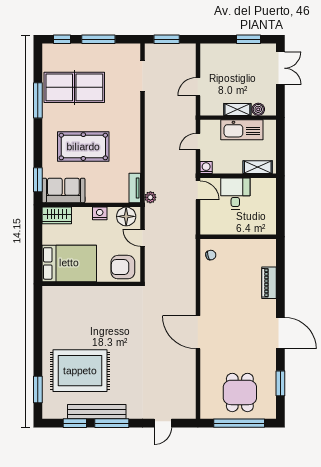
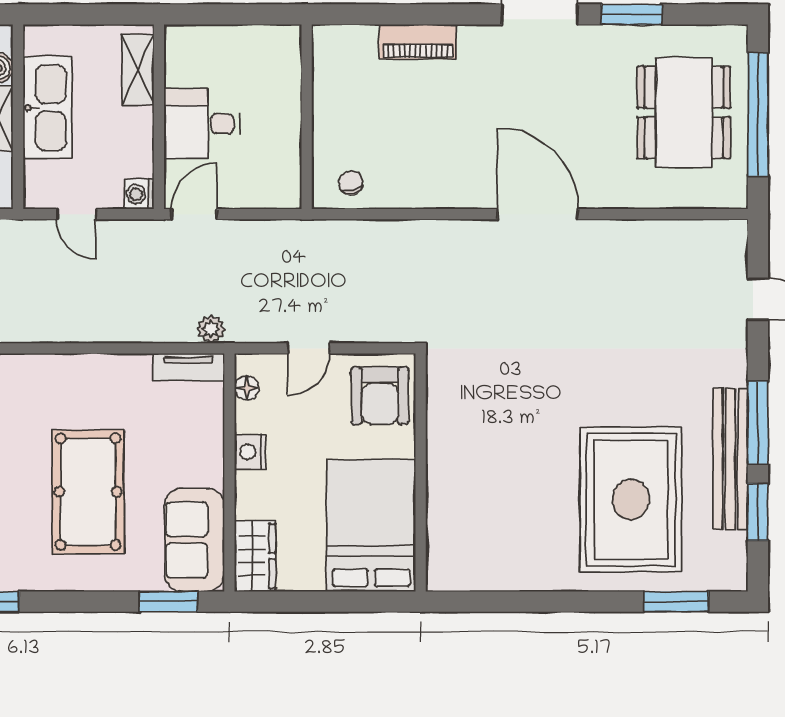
floor lamp: (126, 216) -> (247, 388), width x0.53, depth x0.53
door: (198, 332) -> (538, 214), swing flipped
window: (280, 383) -> (632, 14), moved
dining table: (240, 392) -> (684, 113), width x1.38

